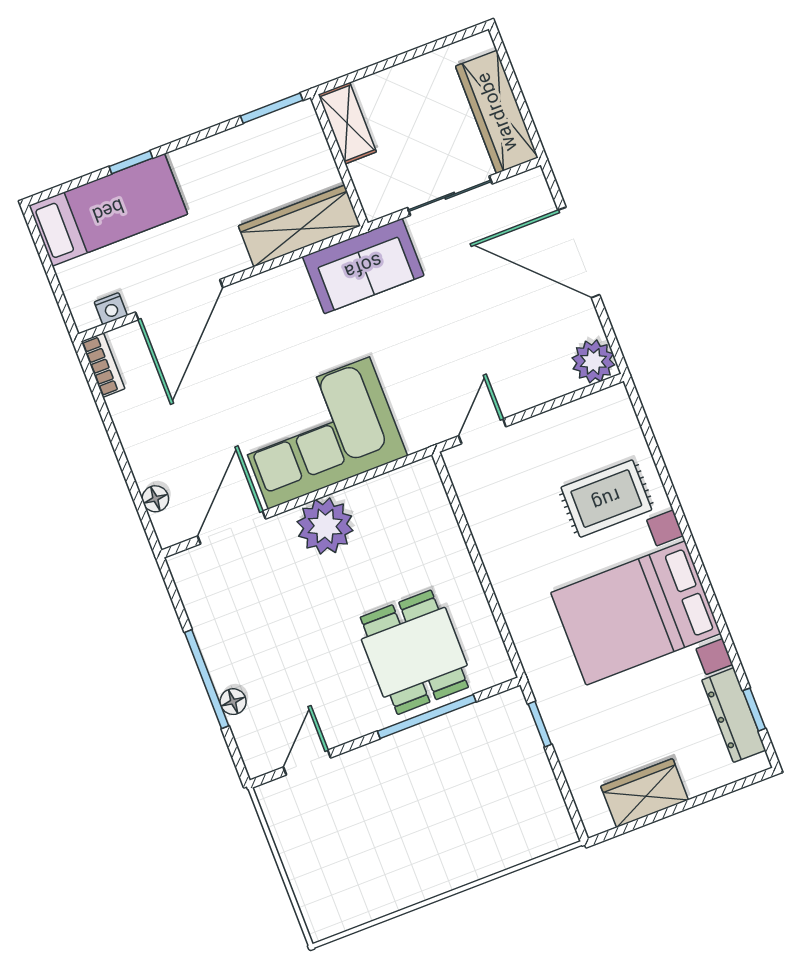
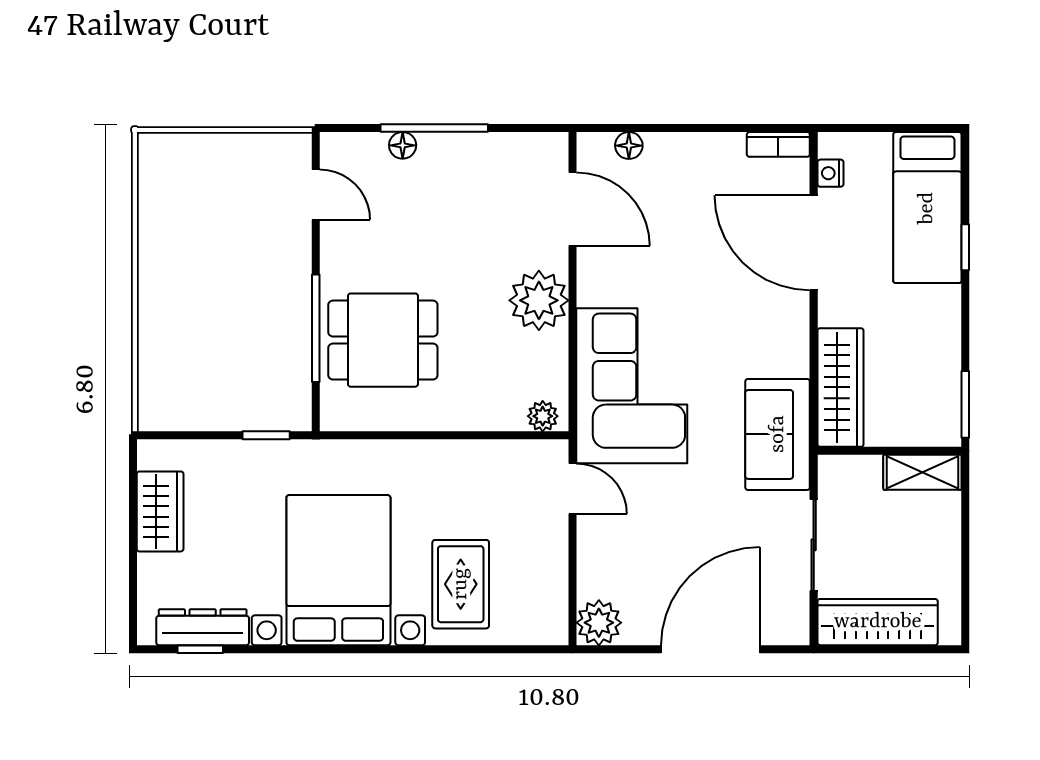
corner sofa: (319, 433) -> (632, 386), moved
plant: (428, 483) -> (543, 416), added

